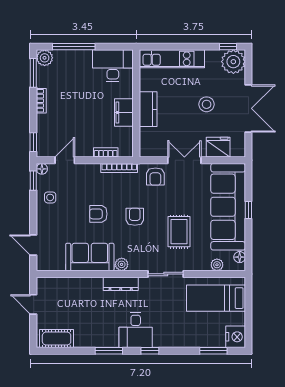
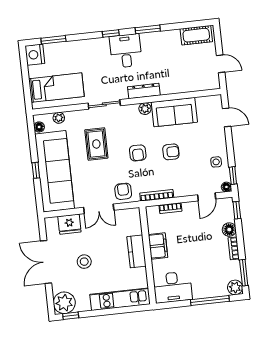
floor lamp: (44, 122) -> (229, 230), added

